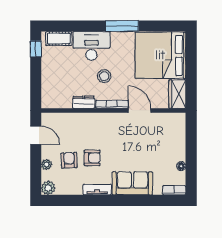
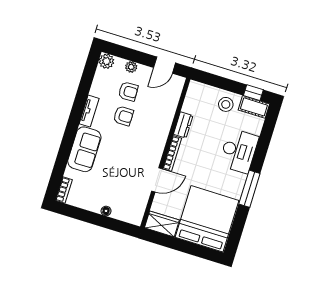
cot: (59, 39) -> (254, 107), moved, turned 90
stool: (104, 76) -> (226, 104), moved
armchair: (92, 158) -> (123, 116), turned -90
floor lamp: (181, 166) -> (106, 211), moved

